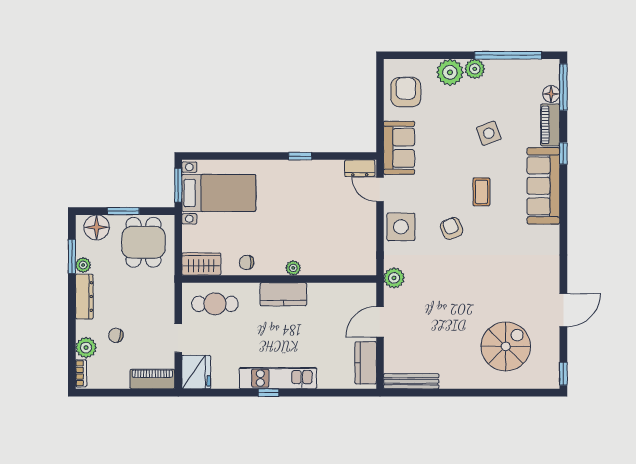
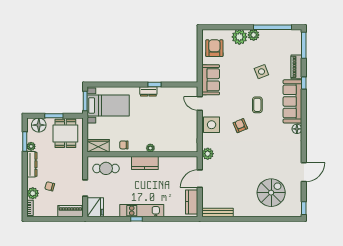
floor lamp: (551, 94) -> (297, 129), moved
dresser: (360, 168) -> (148, 91), moved

